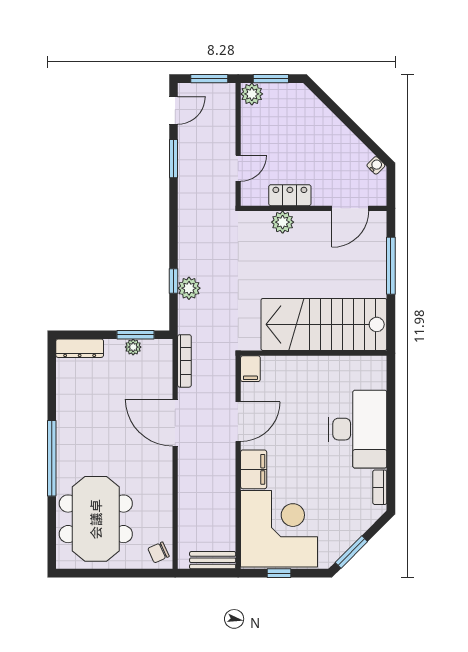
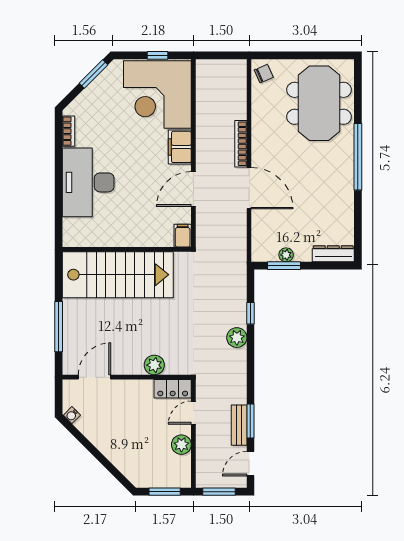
plant: (252, 94) -> (181, 445), moved
locker: (290, 195) -> (173, 389), moved
plant: (189, 288) -> (237, 338), moved
bookcase: (184, 361) -> (241, 144), moved
bench: (213, 560) -> (239, 425), moved, turned 90

